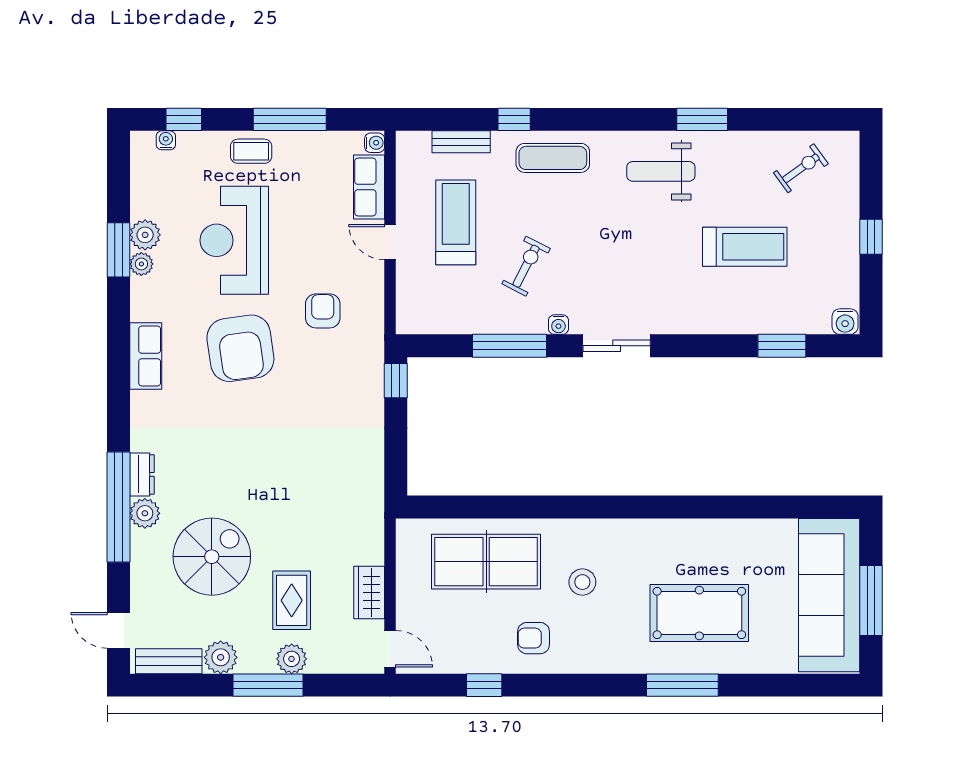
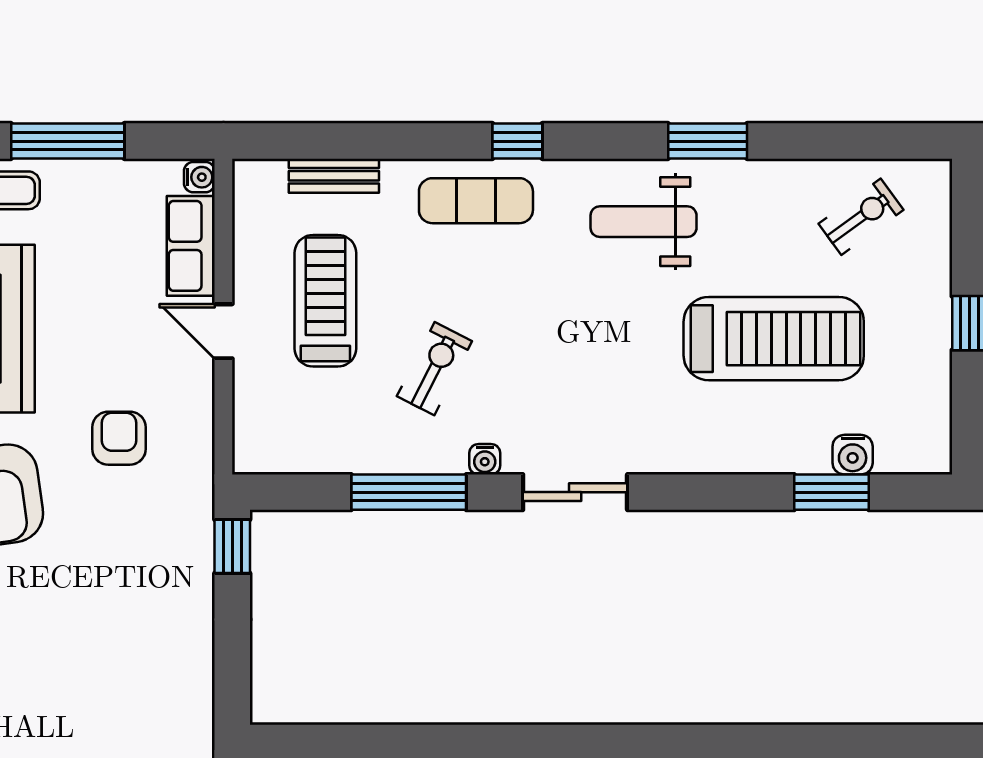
window: (514, 119) -> (517, 141), moved
treadmill: (745, 247) -> (774, 339), width x1.37, depth x1.38
water cooler: (845, 322) -> (853, 455), moved

